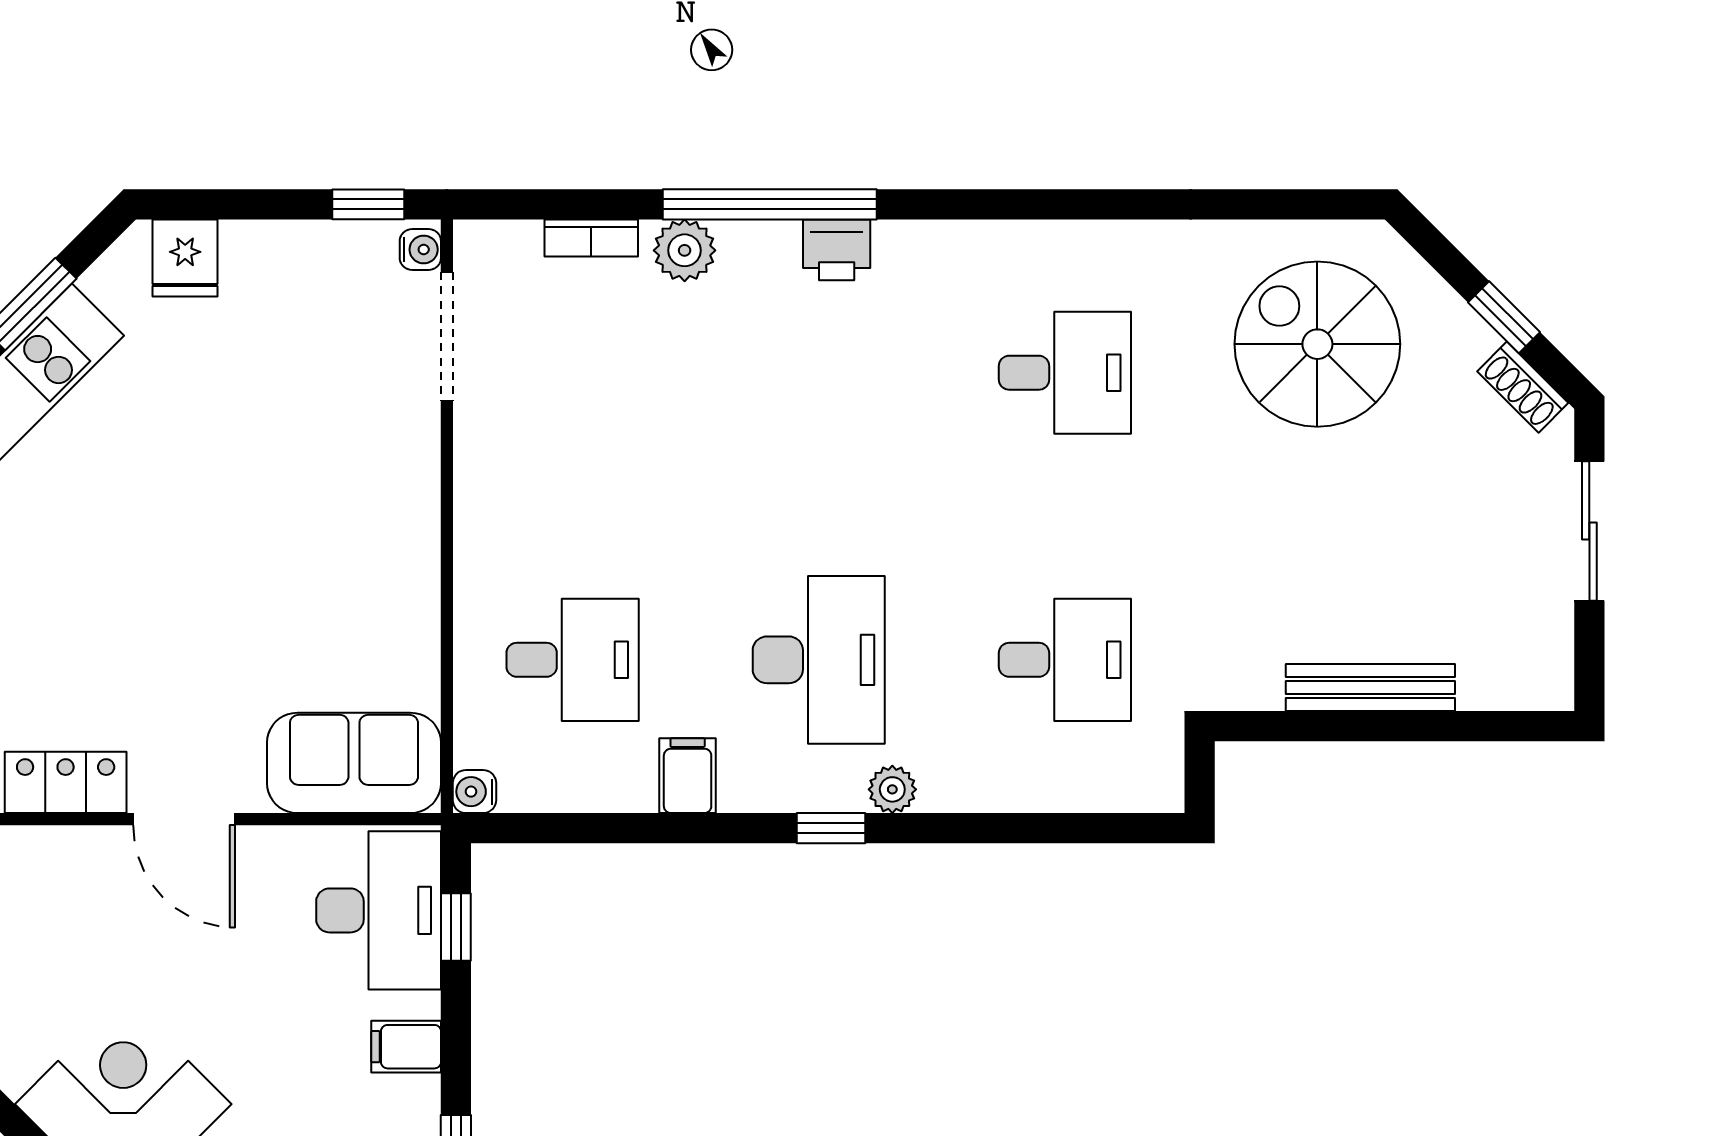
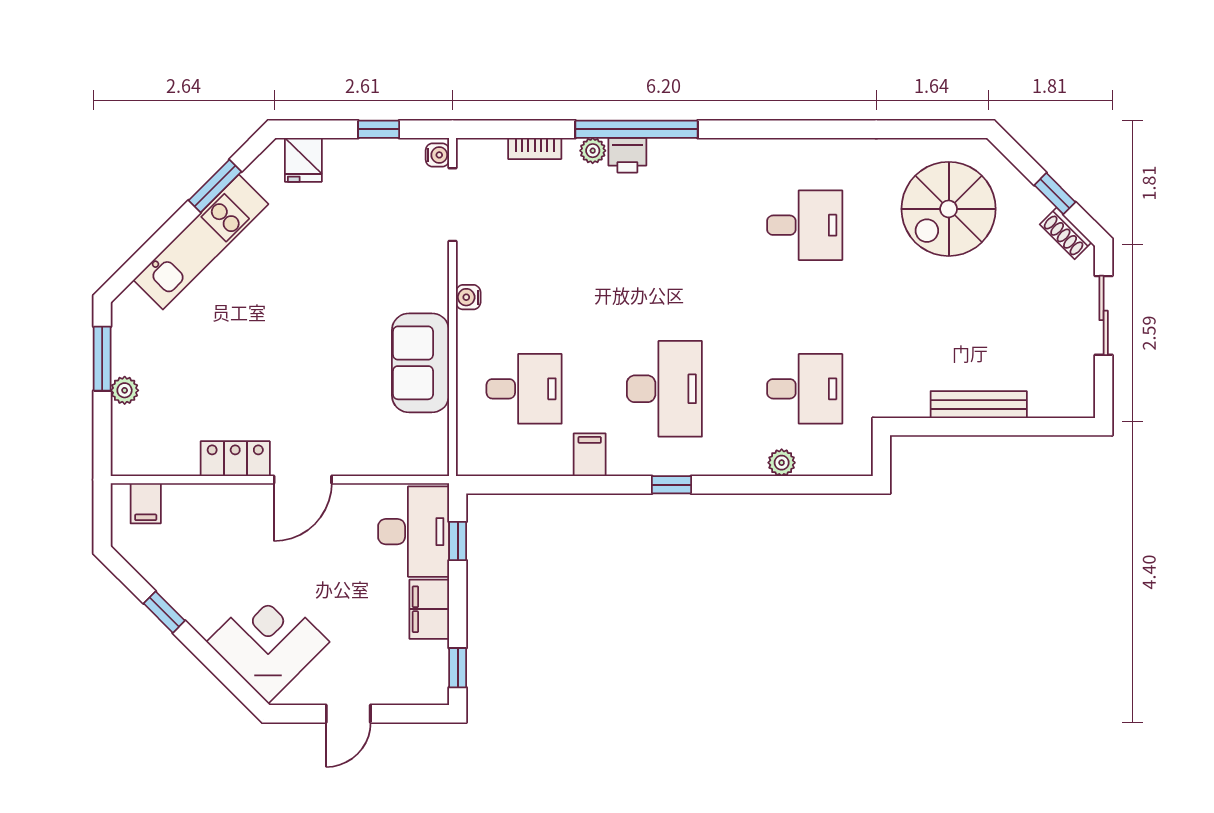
window: (368, 204) -> (379, 129), moved
plant: (685, 250) -> (593, 151), width x0.73, depth x0.73
printer: (837, 250) -> (627, 155), moved
spiral stairs: (1317, 344) -> (949, 209), turned -90
sofa: (354, 763) -> (420, 363), moved, turned -90
plant: (892, 789) -> (782, 463), moved
water cooler: (474, 792) -> (468, 297), moved
door: (184, 819) -> (303, 480), hinge flipped
filing cabinet: (406, 1047) -> (429, 609), width x2.00

